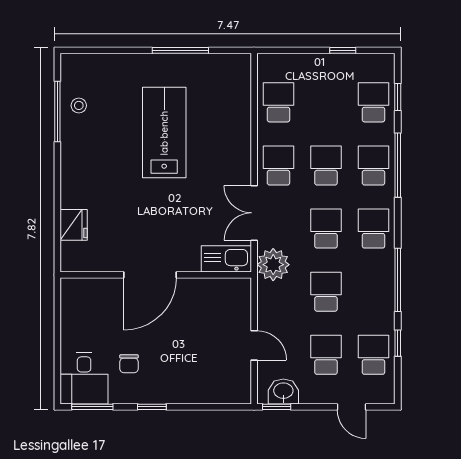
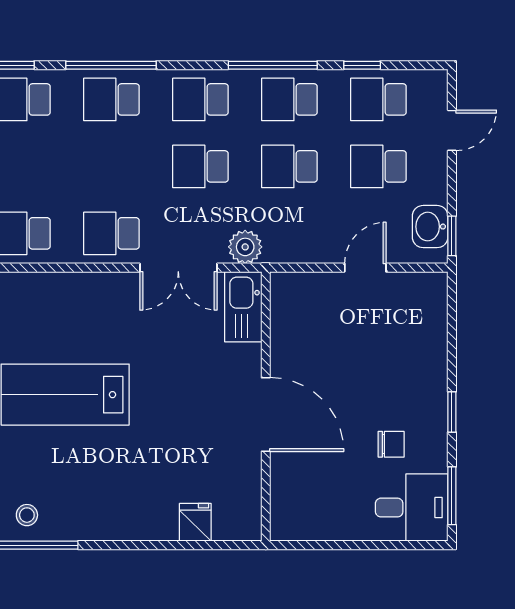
school desk: (326, 165) -> (289, 99), moved
fridge: (74, 225) -> (195, 522), width x0.72
plant: (273, 265) -> (245, 247), width x0.73, depth x0.73

